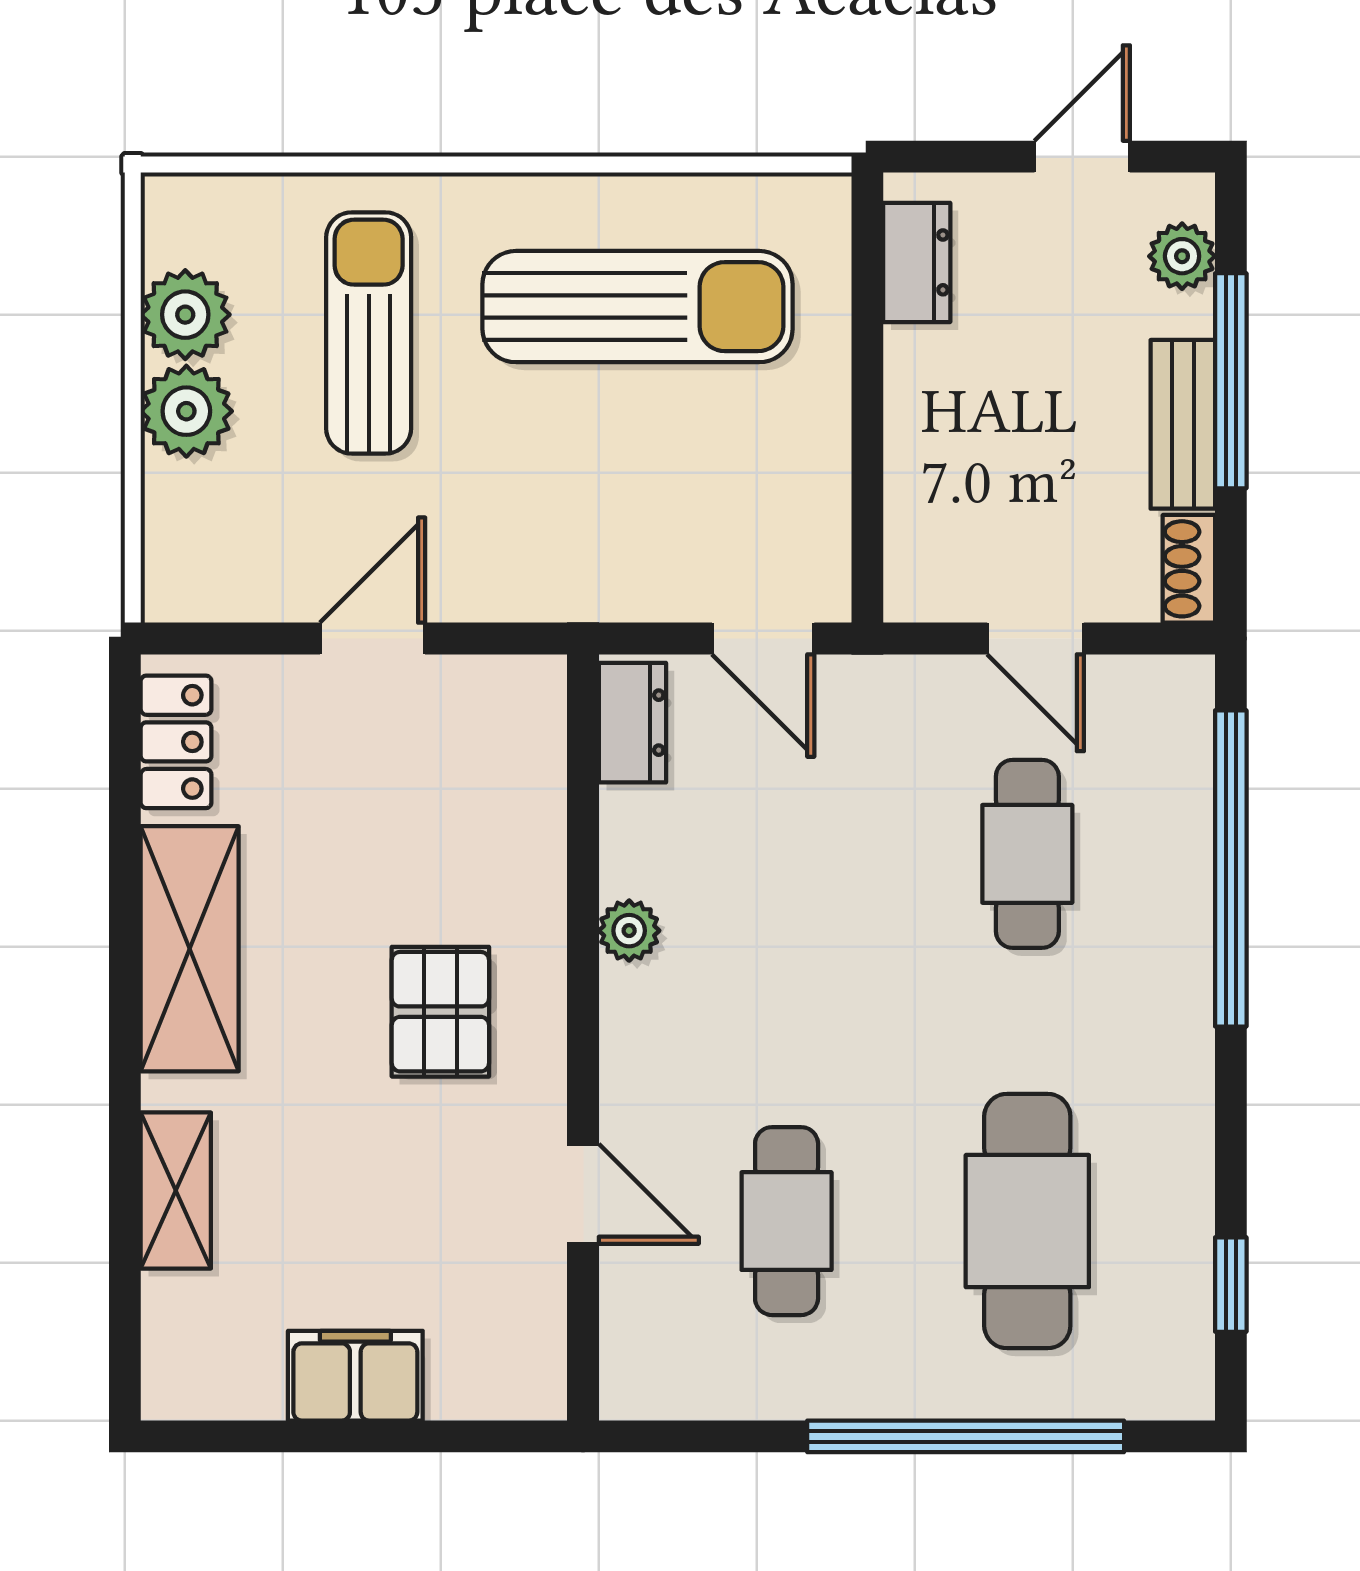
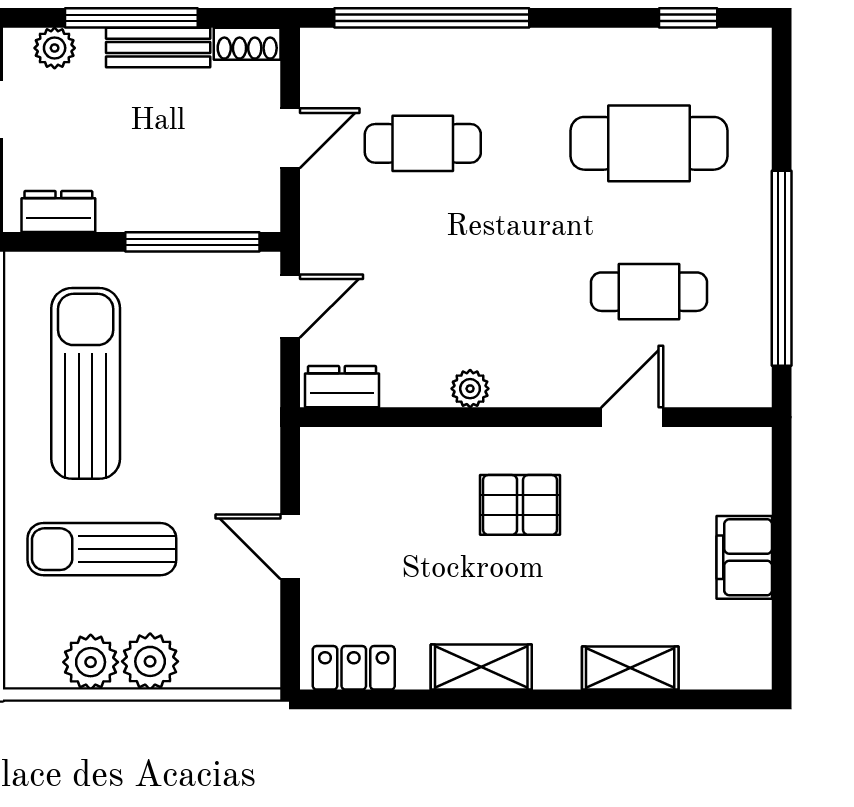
window: (867, 480) -> (192, 242), added
shelving: (190, 949) -> (481, 667), width x0.67, depth x0.75
window: (966, 1436) -> (782, 268), moved

